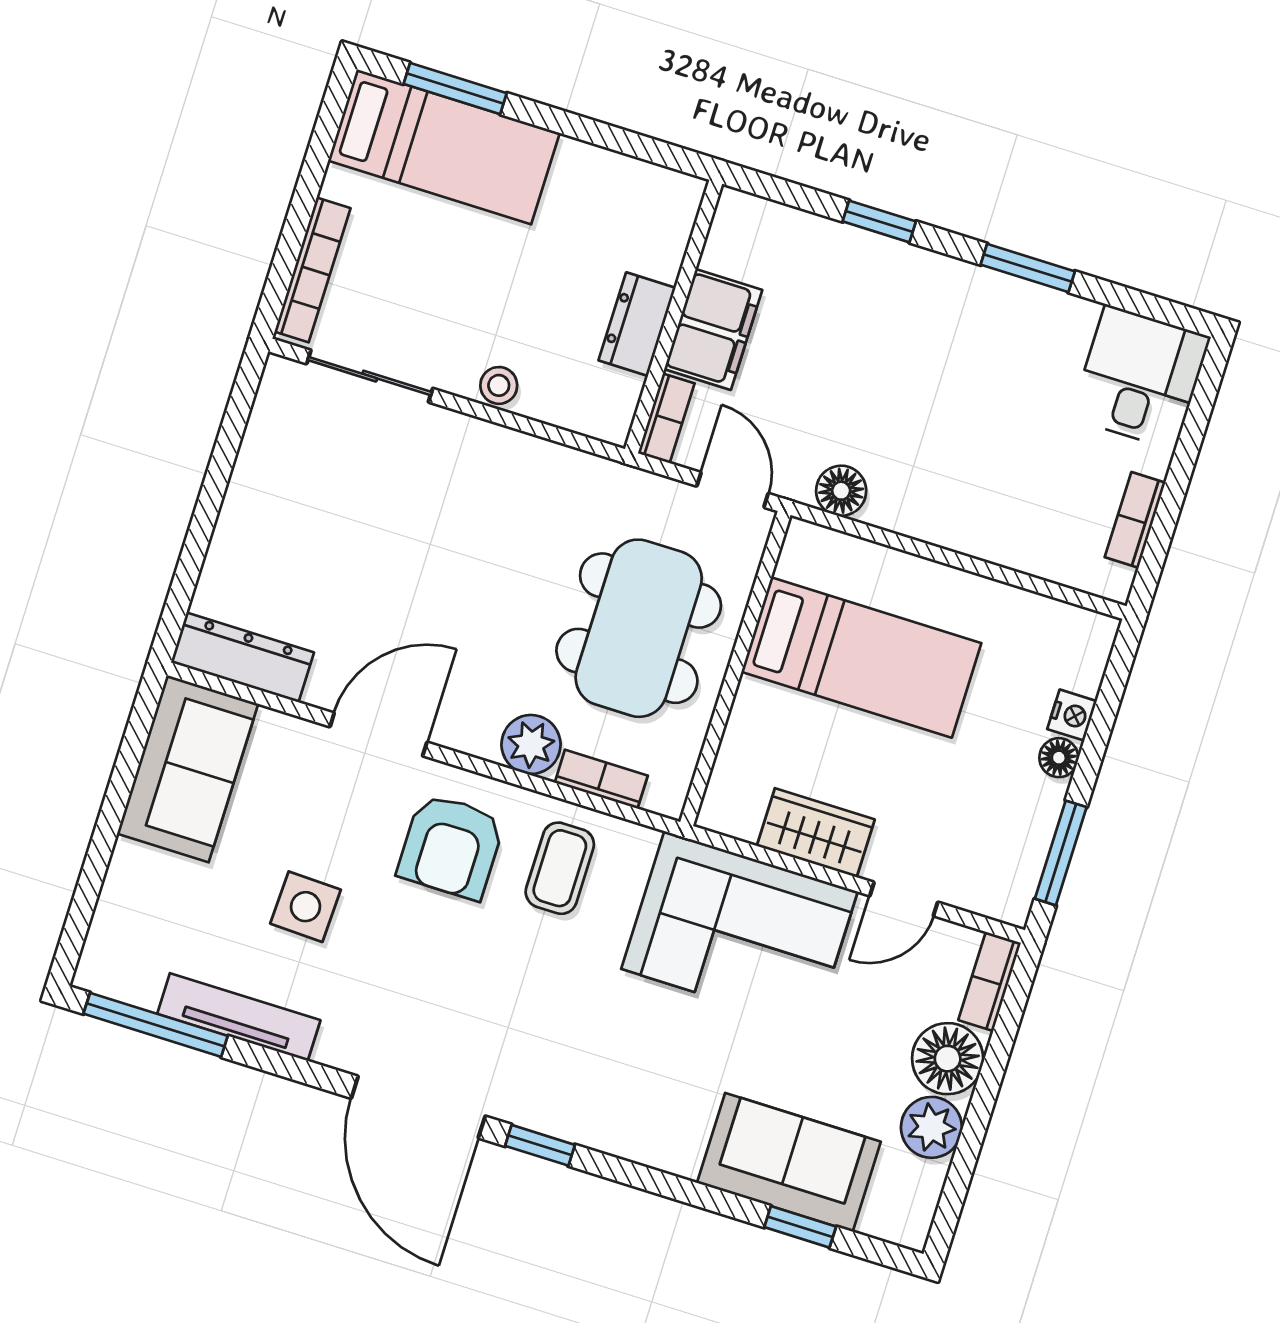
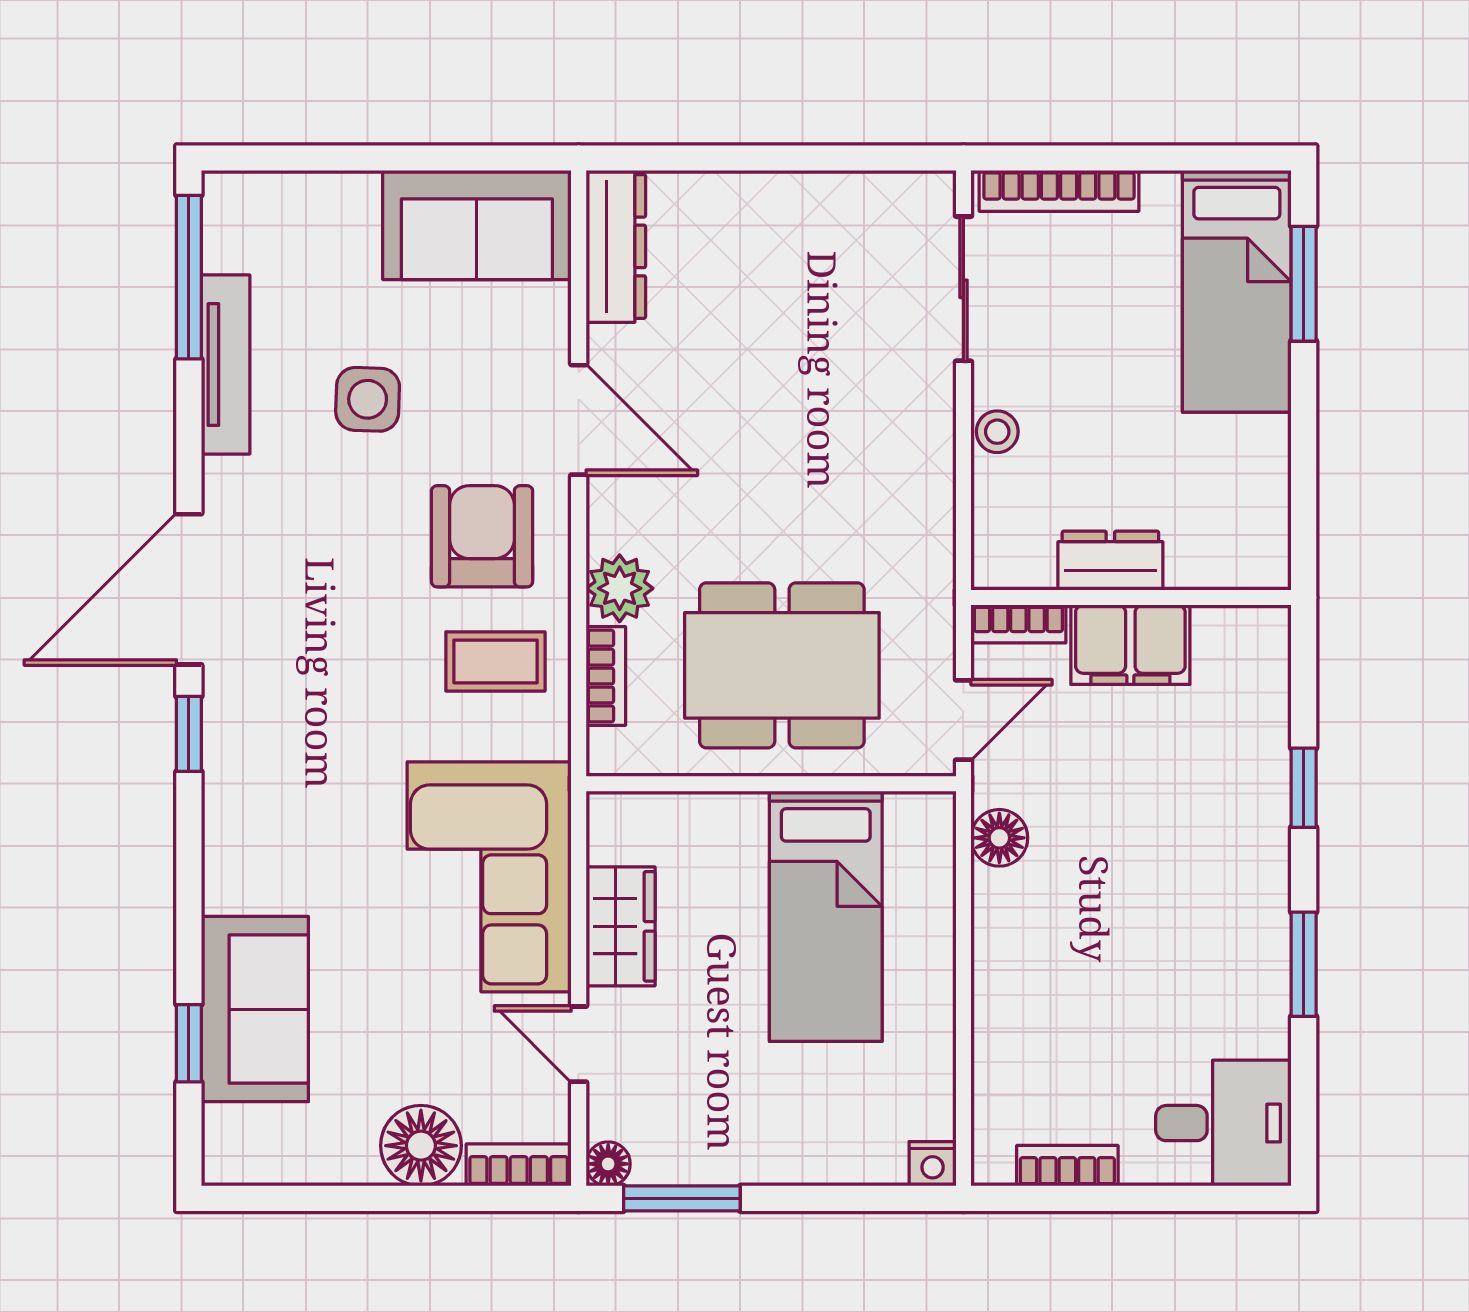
nightstand: (1072, 715) -> (933, 1164), moved
floor lamp: (1059, 758) -> (608, 1164), moved
armchair: (451, 847) -> (482, 536), turned 90
plant: (931, 1127) -> (341, 1151), removed

